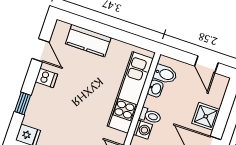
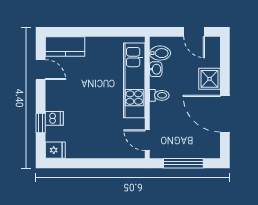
kitchen counter: (88, 41) -> (65, 46), moved
dishwasher: (46, 78) -> (54, 118), moved
washing machine: (143, 130) -> (157, 110), removed

